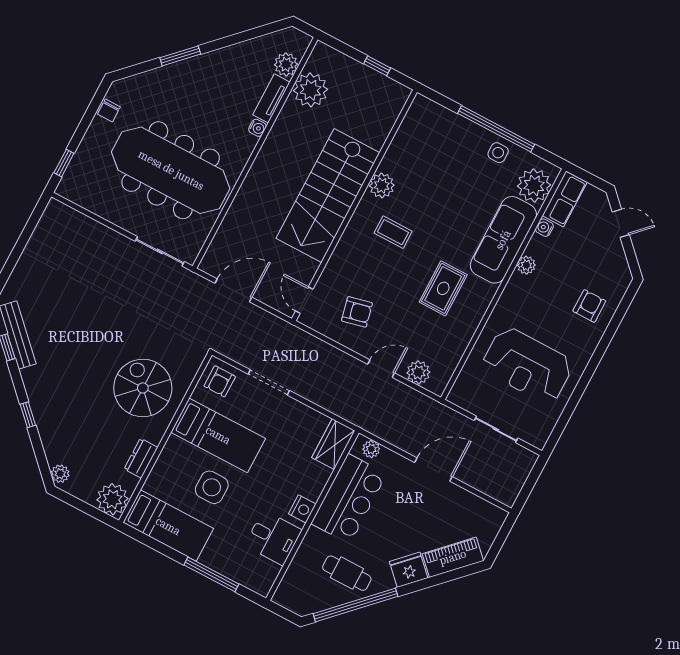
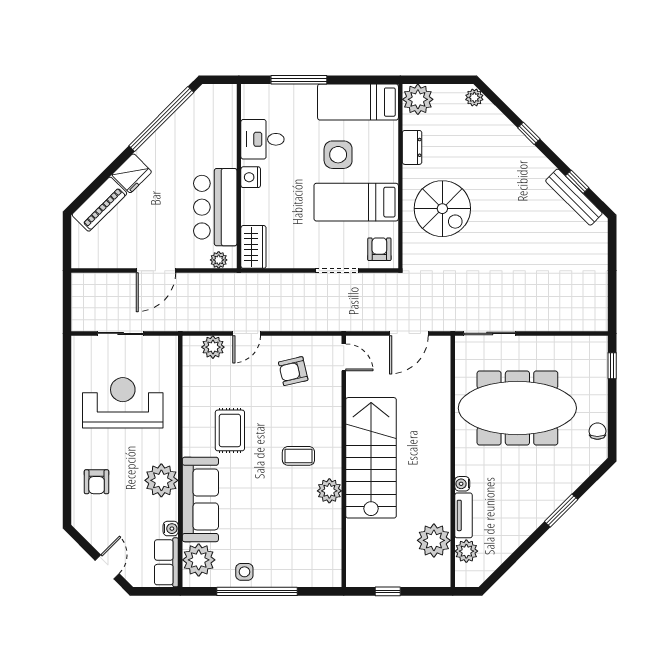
door: (621, 223) -> (107, 567), swing flipped
plant: (526, 265) -> (161, 480), width x1.87, depth x1.87
cafe table: (347, 573) -> (183, 142), removed

